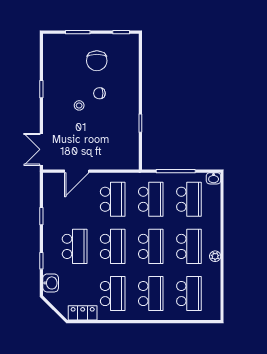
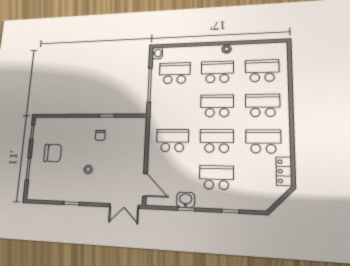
chair: (99, 93) -> (100, 135), moved
door: (77, 171) -> (145, 185), moved
school desk: (151, 199) -> (174, 106), removed
washbasin: (51, 283) -> (186, 200), moved

